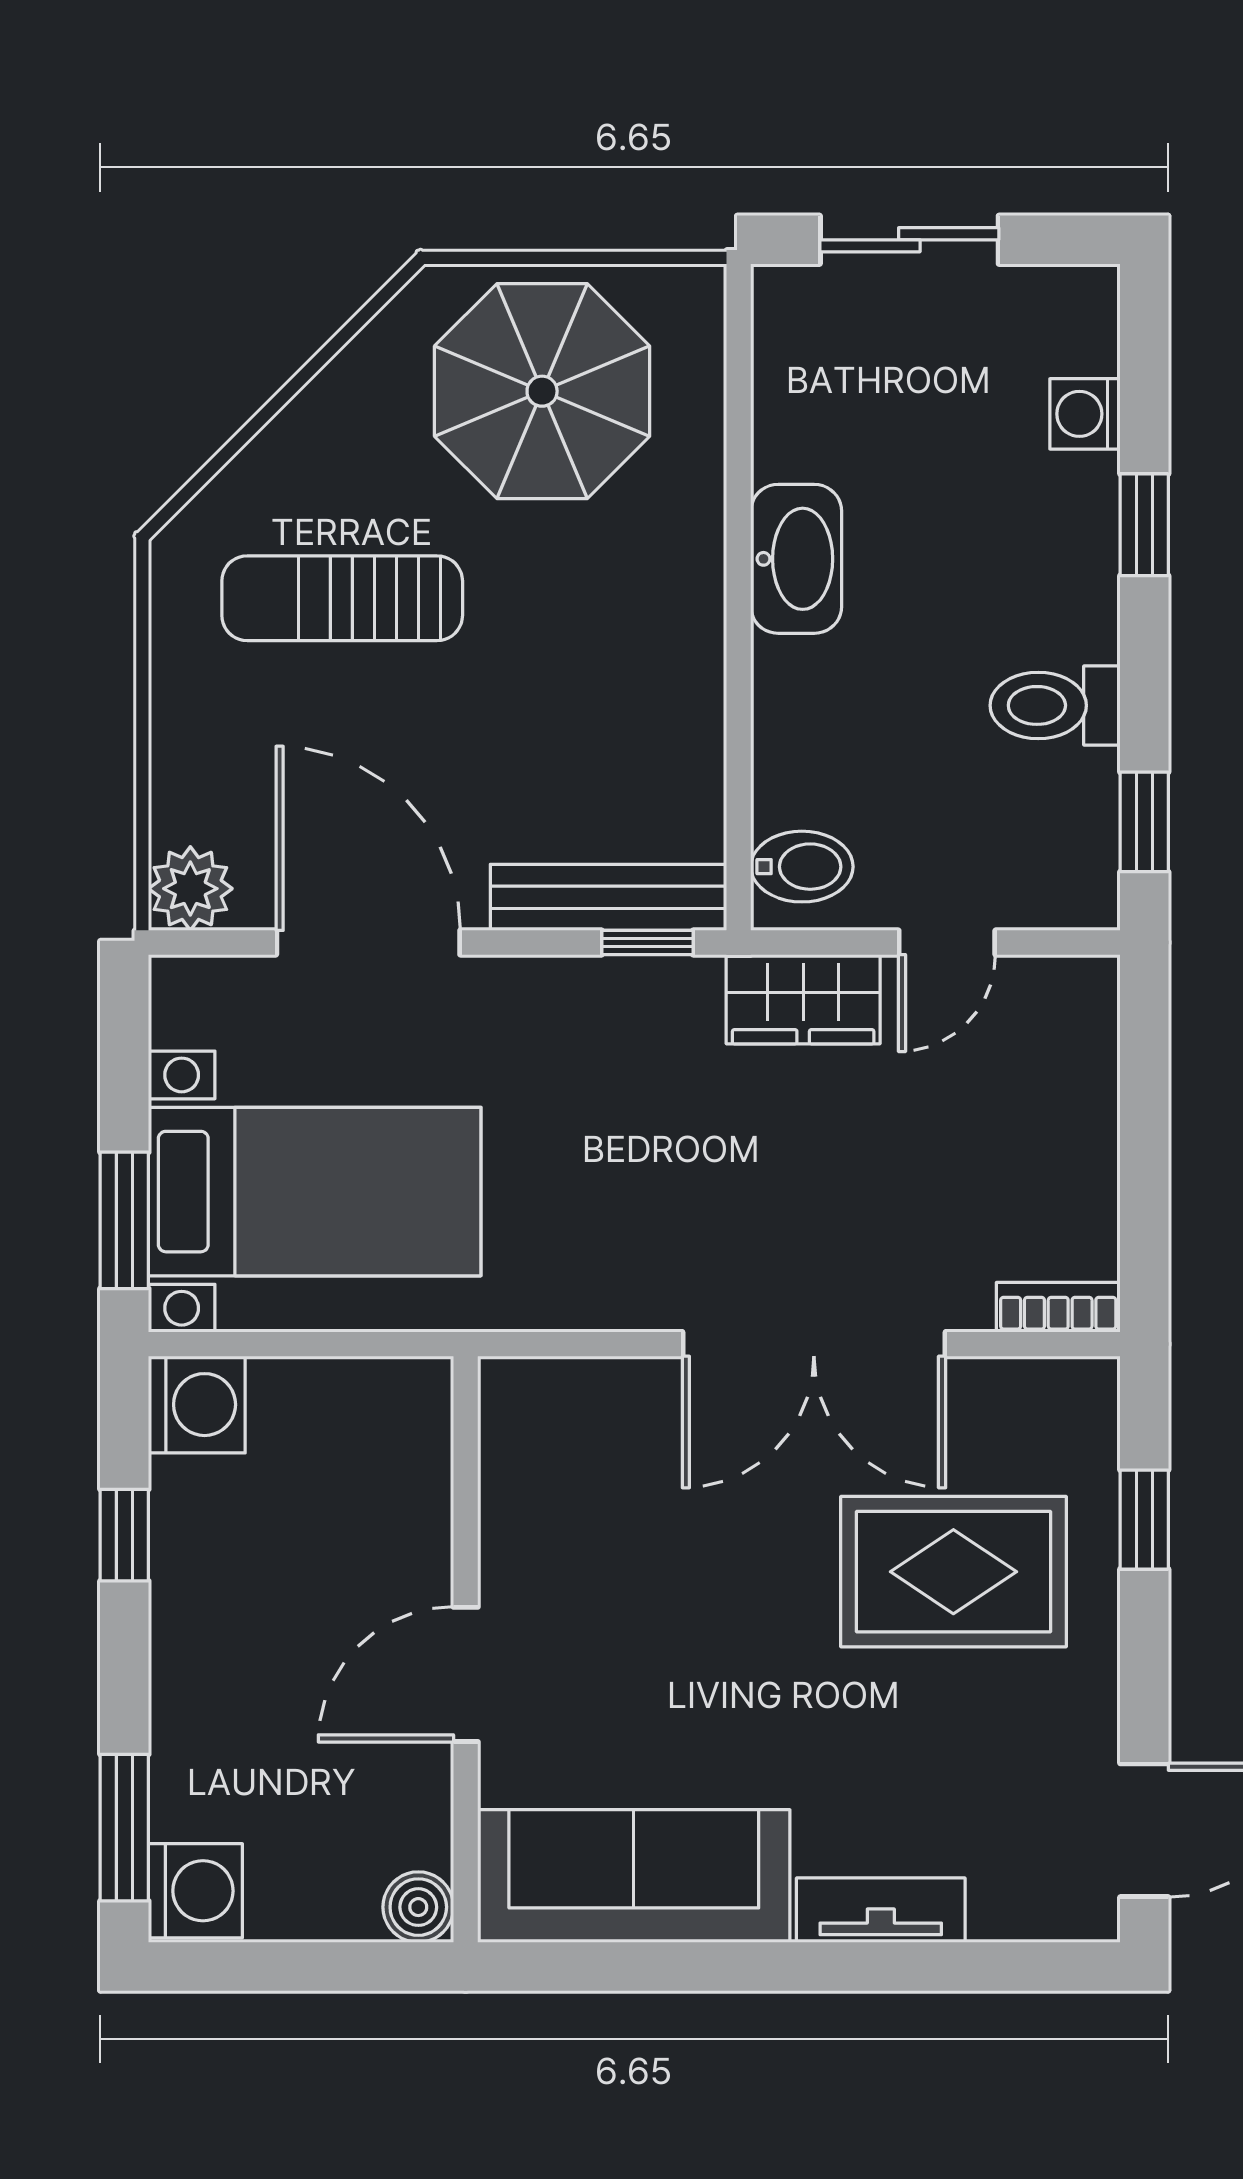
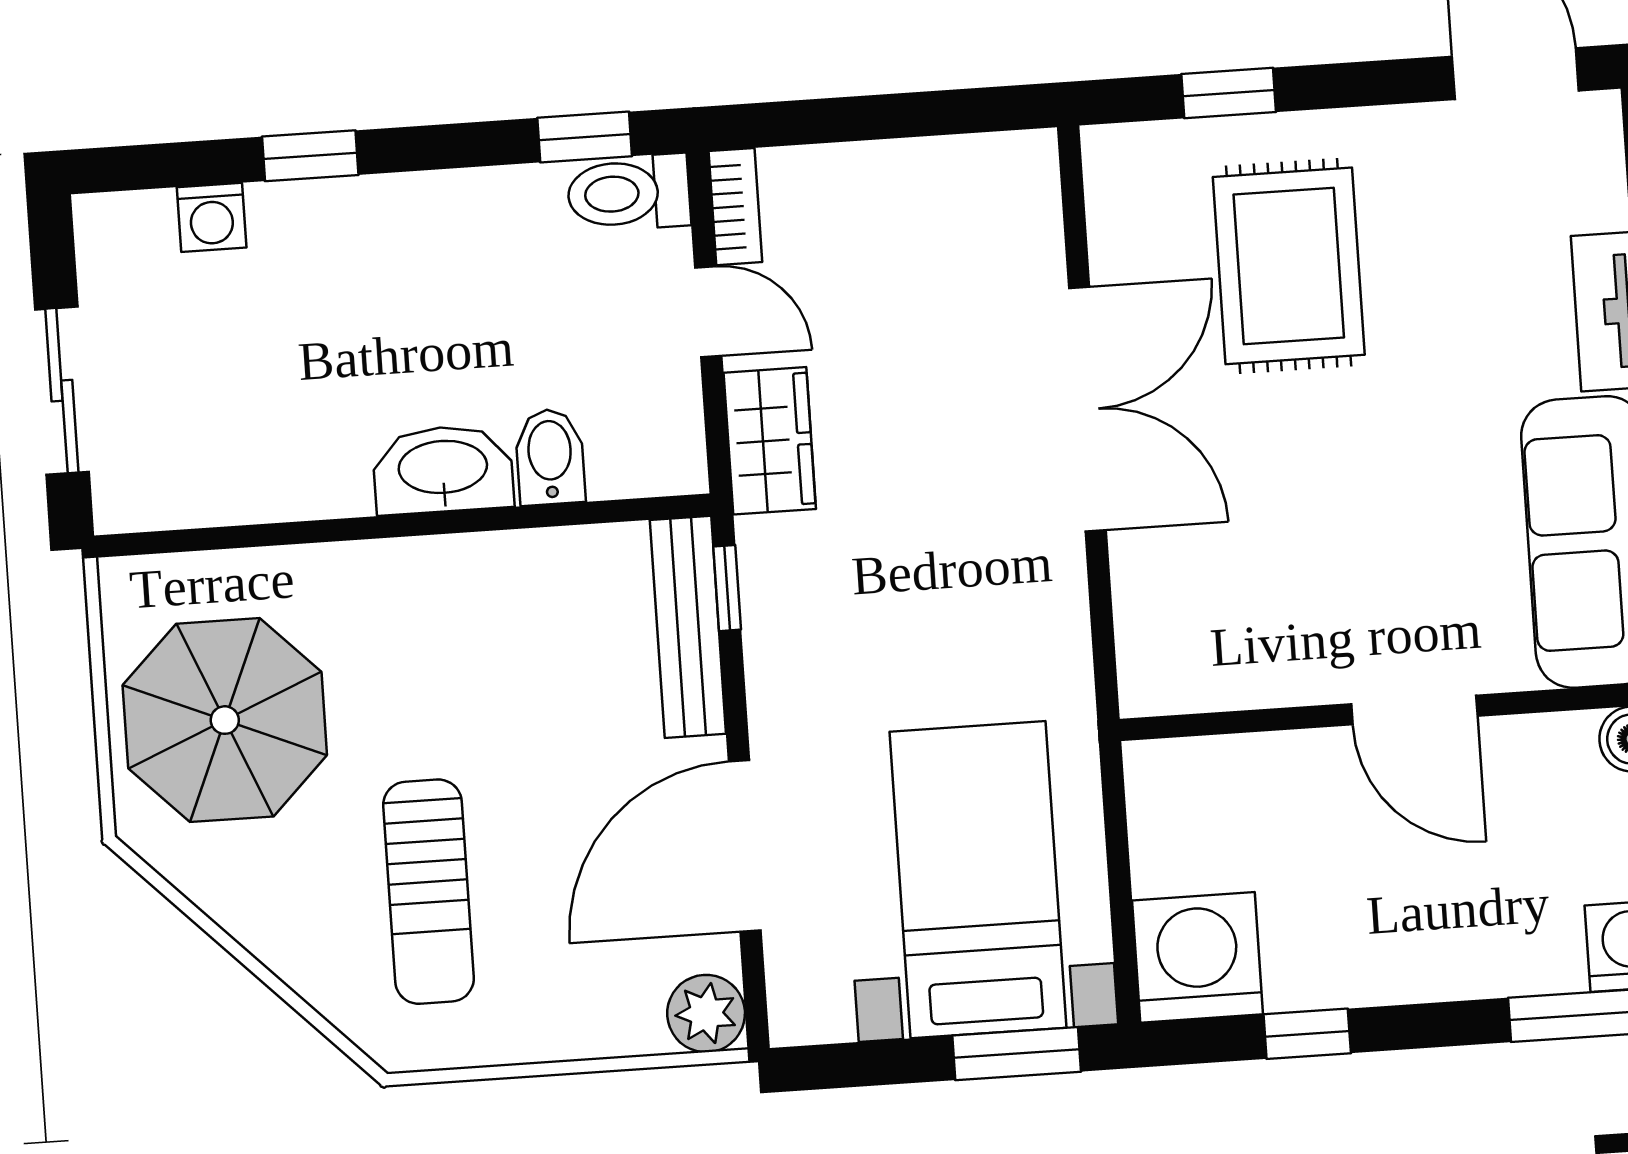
washbasin: (796, 559) -> (443, 469), moved
toilet: (1055, 705) -> (629, 193), moved, turned 90
bidet: (802, 867) -> (550, 457), moved
bookcase: (1058, 1307) -> (735, 207), moved, turned 180
washing machine: (197, 1405) -> (1198, 957), width x1.37, depth x1.37

